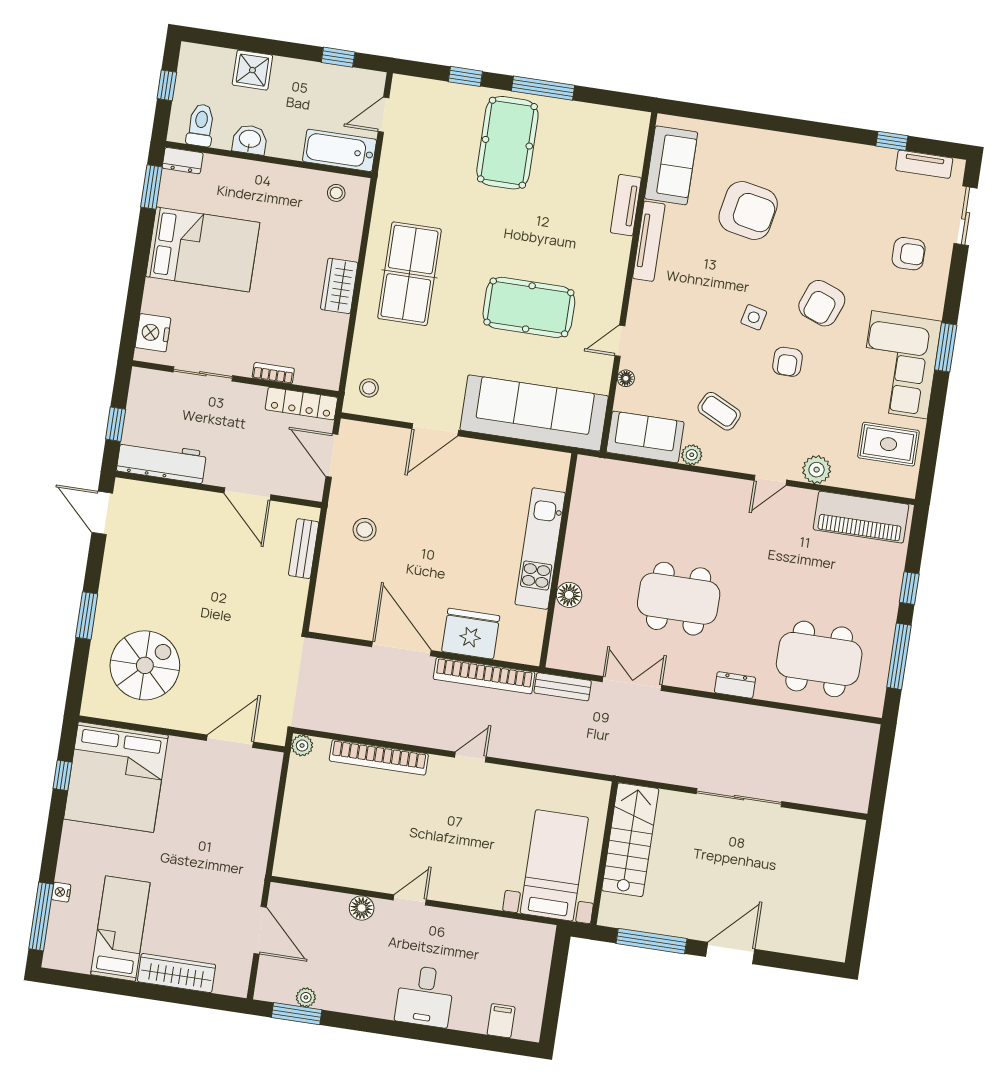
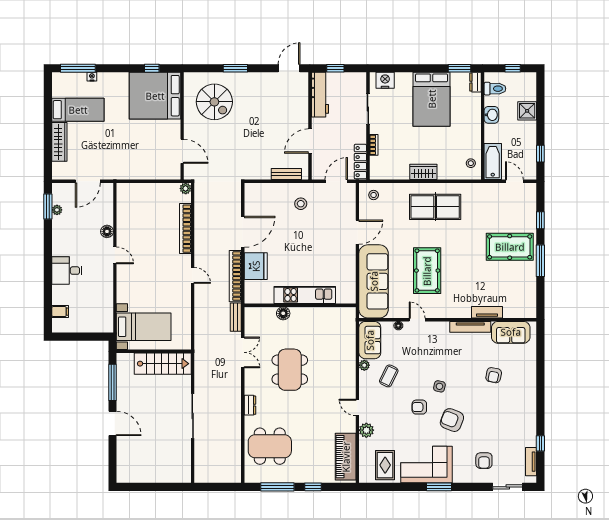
armchair: (748, 210) -> (494, 375), width x0.53, depth x0.53
door: (435, 430) -> (357, 232), swing flipped
dining table: (819, 659) -> (270, 446), turned 90

